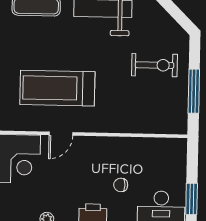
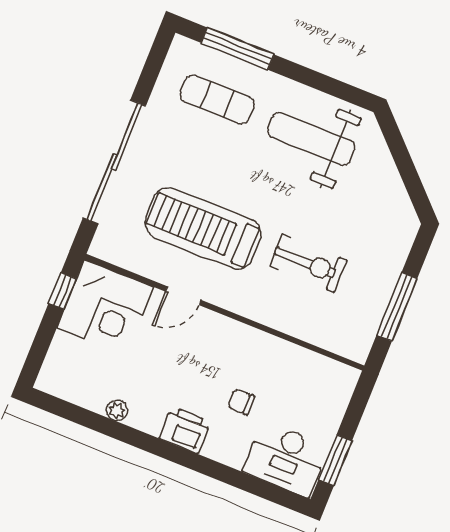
exercise bike: (155, 65) -> (308, 263), moved

